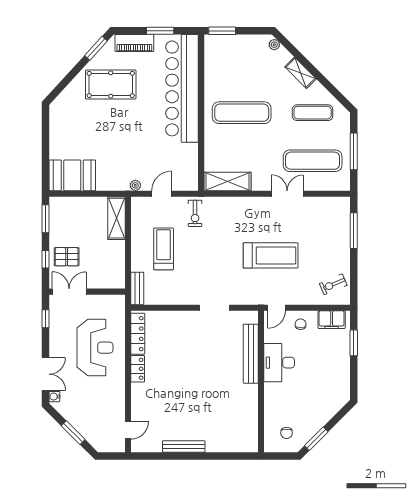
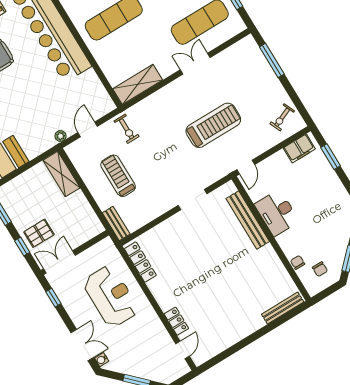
chair: (301, 324) -> (298, 262), moved
locker: (138, 369) -> (176, 321), moved
bench: (184, 447) -> (283, 308), moved

